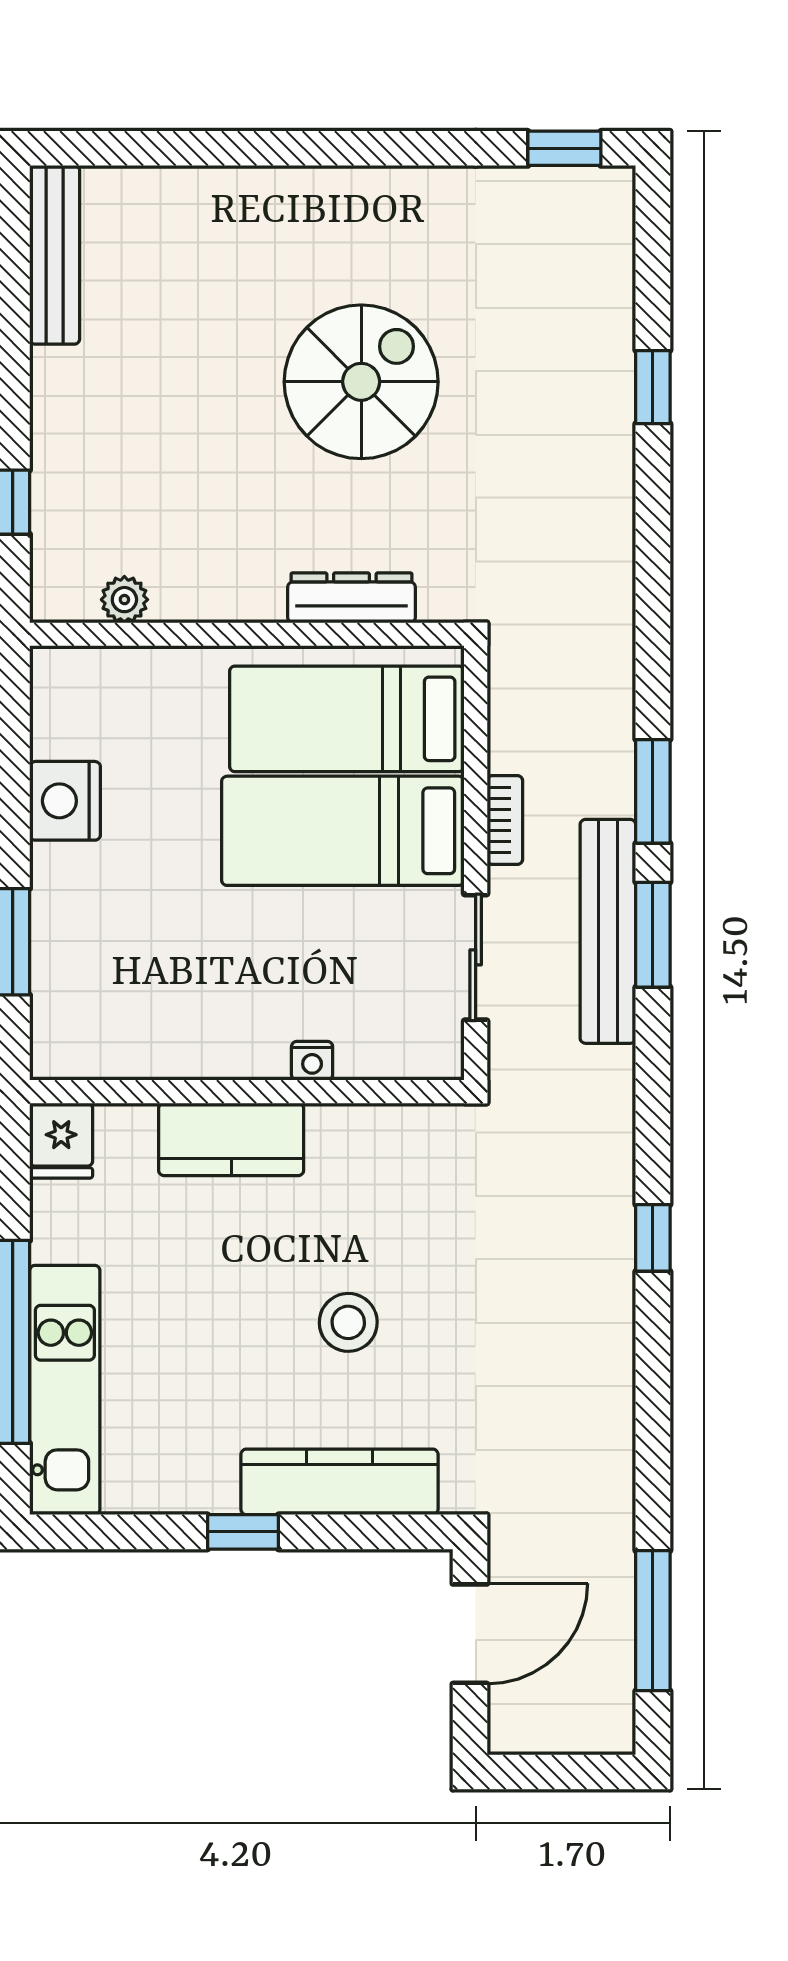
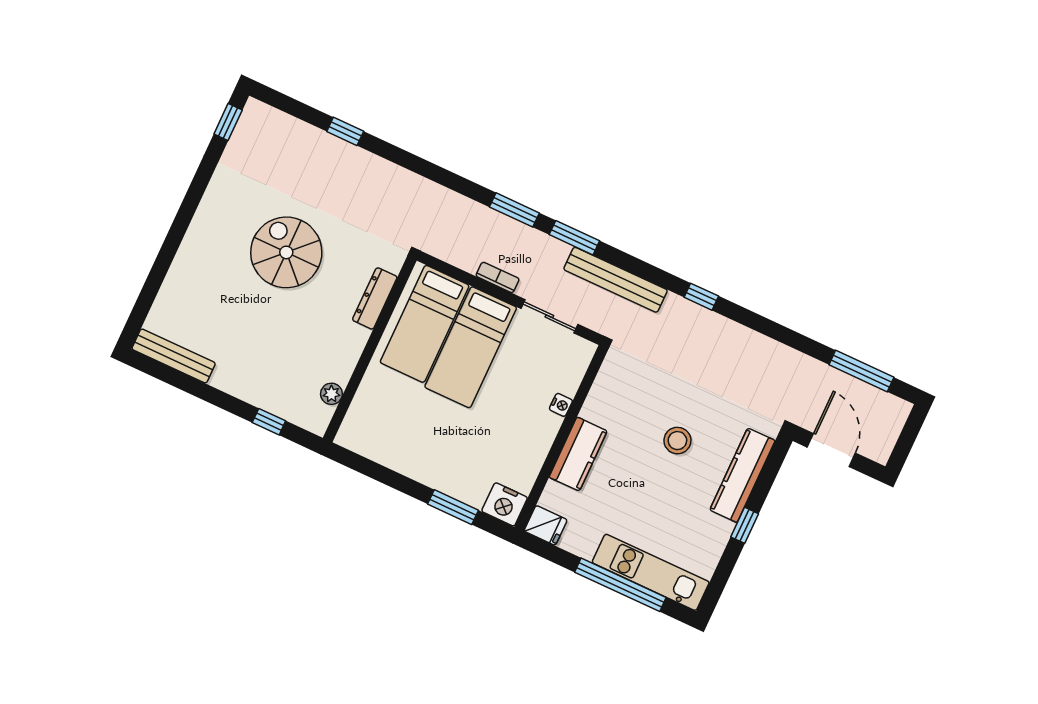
nightstand: (65, 801) -> (505, 504), moved
bench: (608, 931) -> (615, 280), moved

